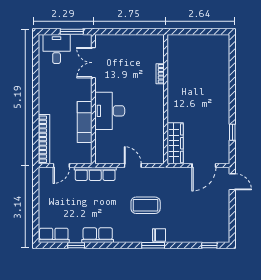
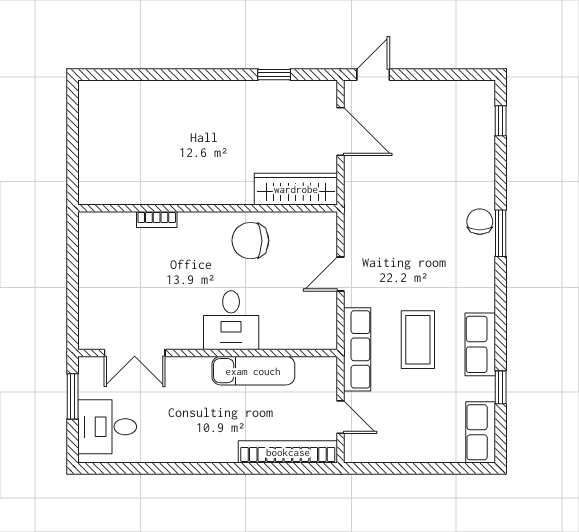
desk: (110, 111) -> (231, 320), width x0.73
chair: (149, 121) -> (250, 241), added
coffee table: (146, 205) -> (418, 340), moved

